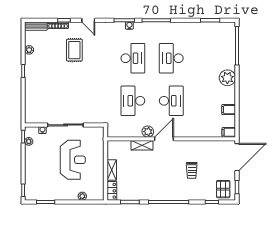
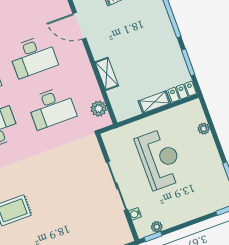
desk: (171, 101) -> (33, 57), turned 180
plant: (148, 132) -> (99, 109), moved
door: (164, 139) -> (79, 26), moved
reception desk: (73, 160) -> (160, 159), turned 90

